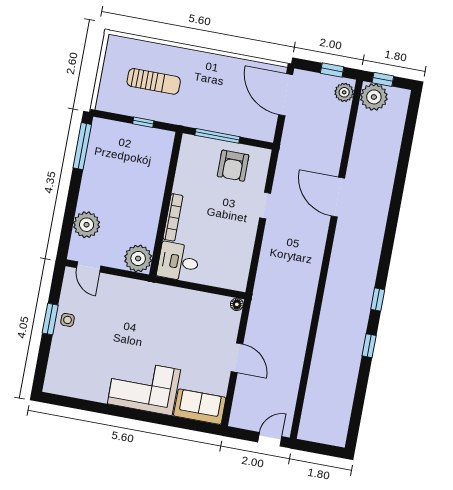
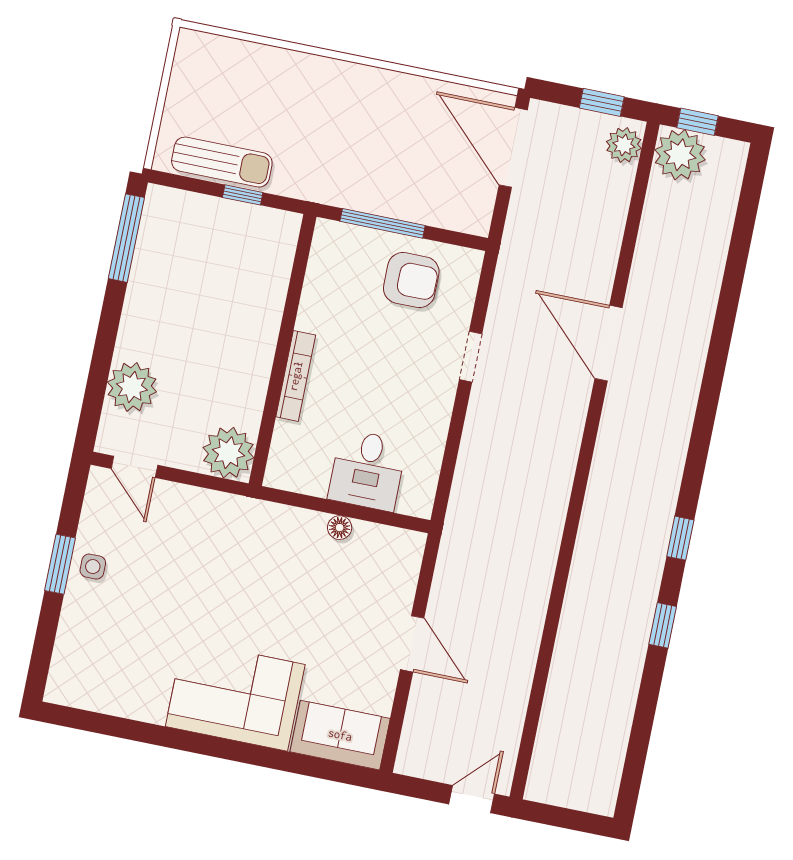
sun lounger: (154, 81) -> (222, 162), moved
armchair: (233, 166) -> (411, 280), turned -90
desk: (178, 262) -> (367, 470), moved, turned -90
floor lamp: (237, 304) -> (340, 528), moved

